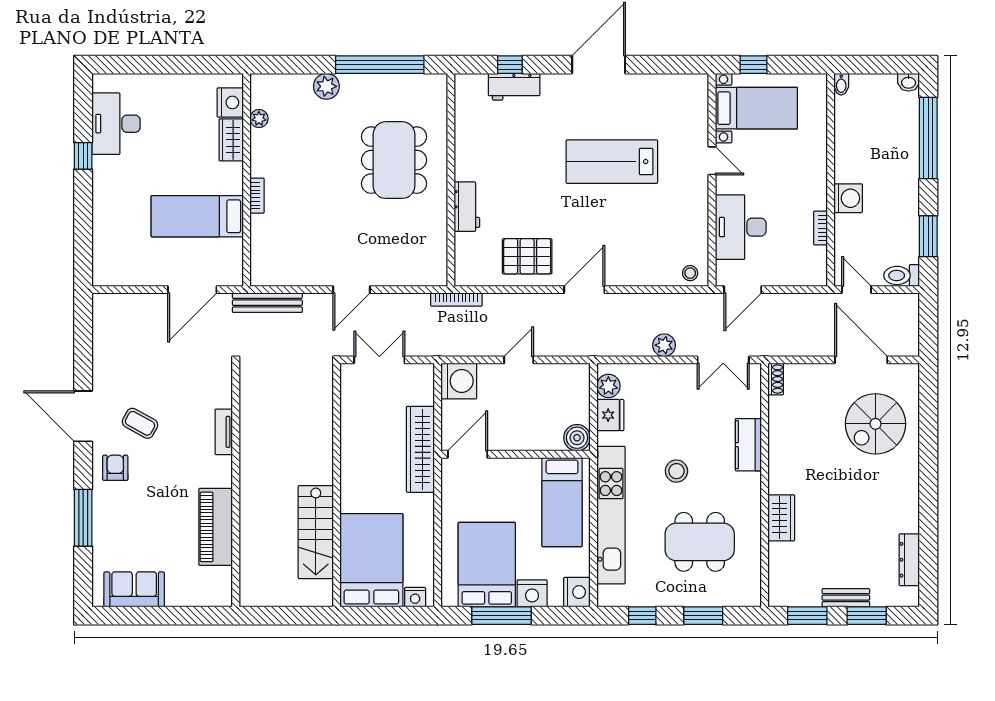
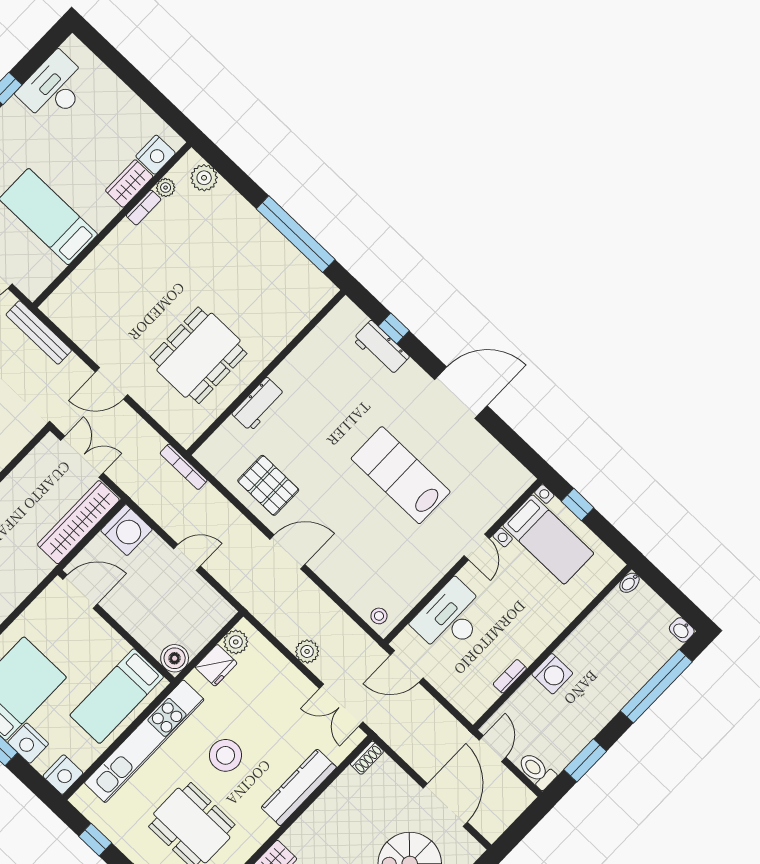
plant: (326, 86) -> (204, 178), moved
dining table: (394, 160) -> (198, 355), moved
bookcase: (257, 196) -> (144, 208), moved
kitchen counter: (748, 445) -> (299, 787), width x1.50
wardrobe: (420, 449) -> (78, 522), moved
stool: (676, 471) -> (225, 755), width x1.38, depth x1.38

